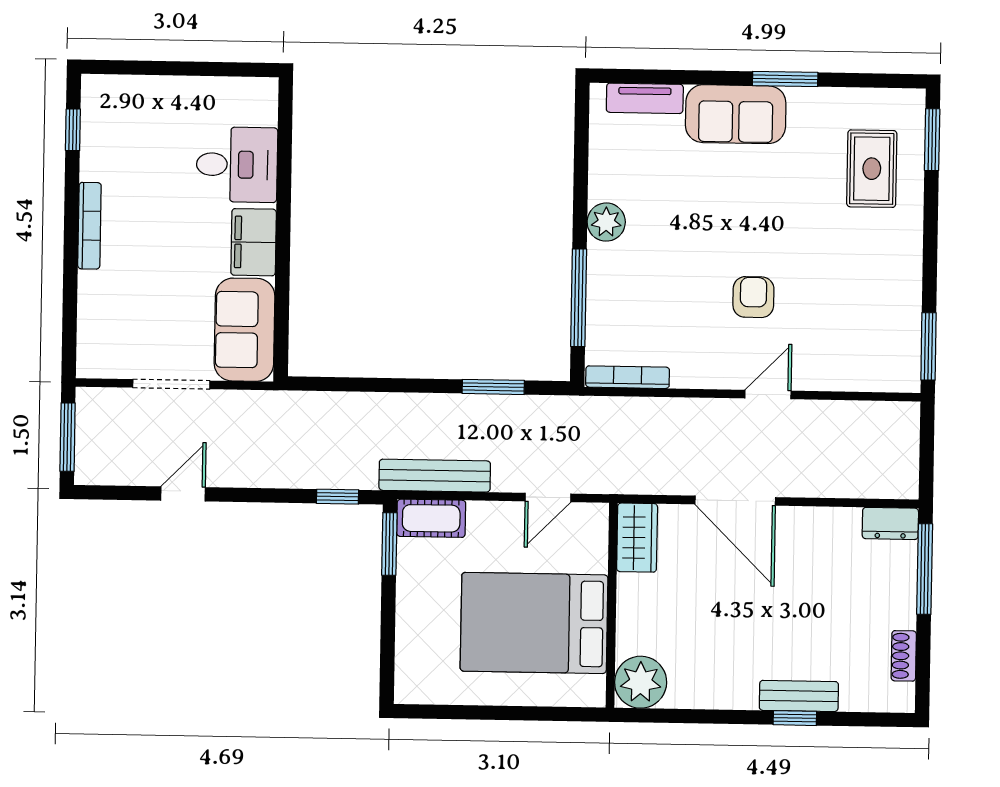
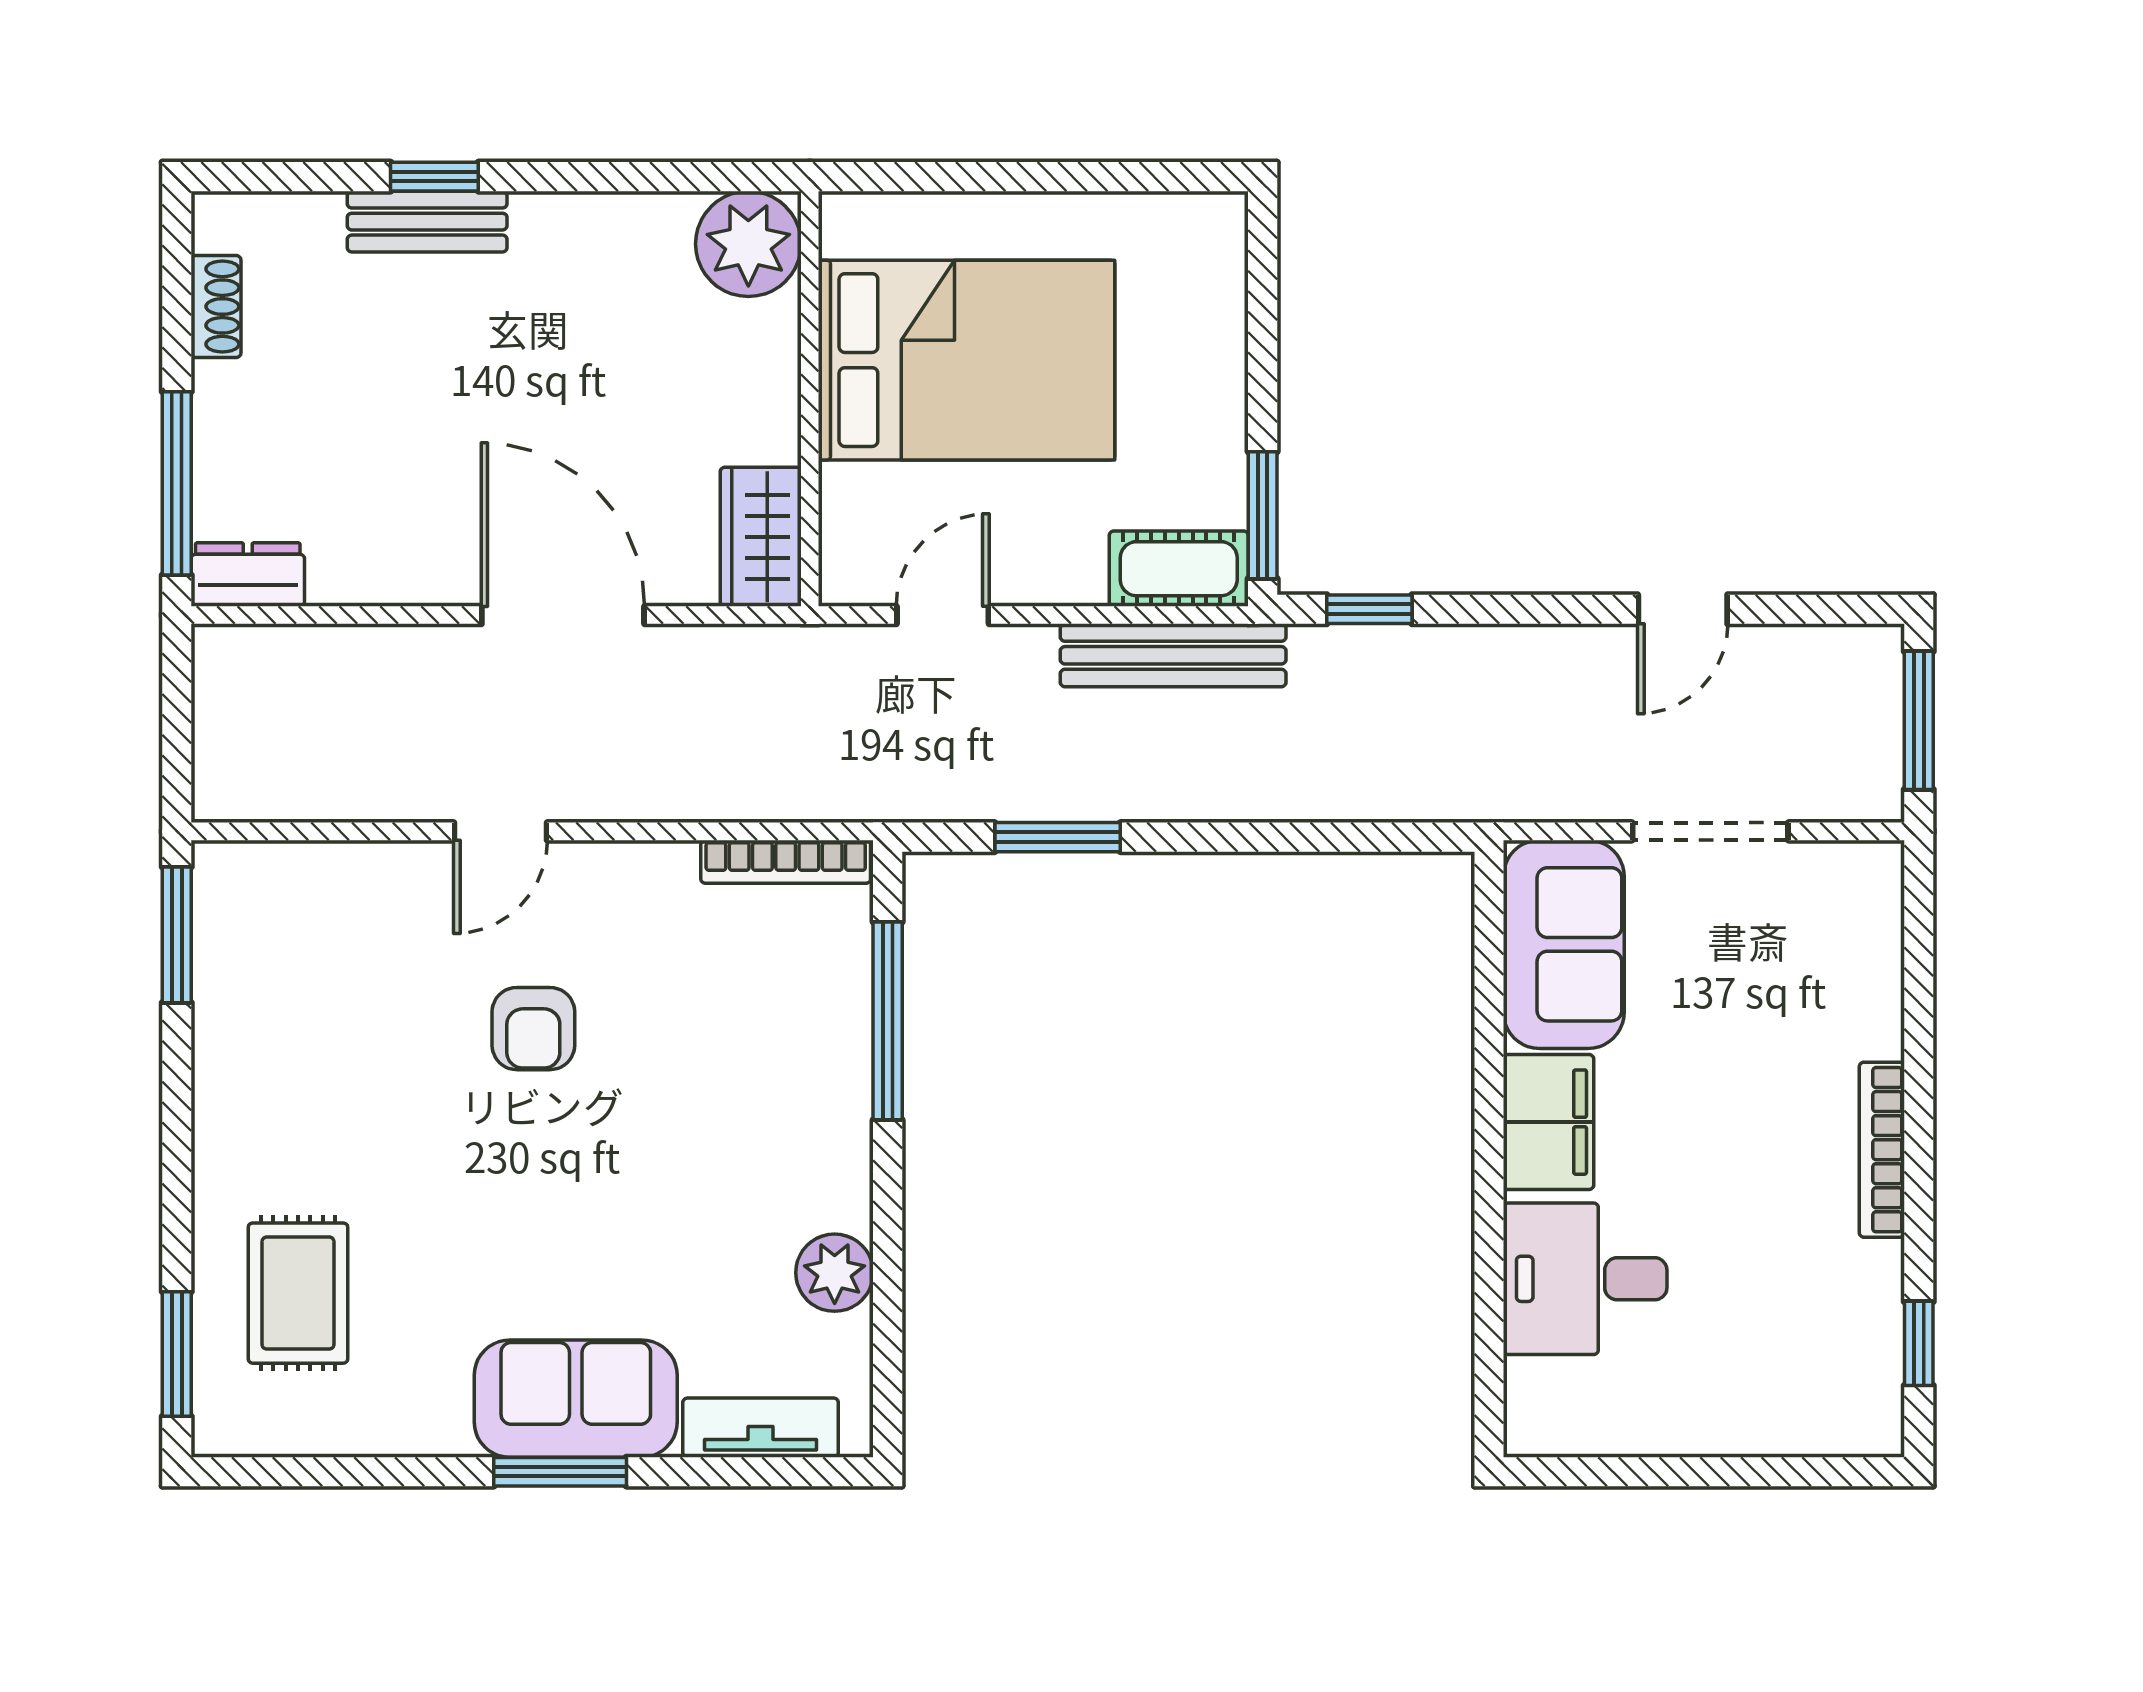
window: (785, 79) -> (560, 1472), moved
plant: (606, 222) -> (835, 1273), moved

